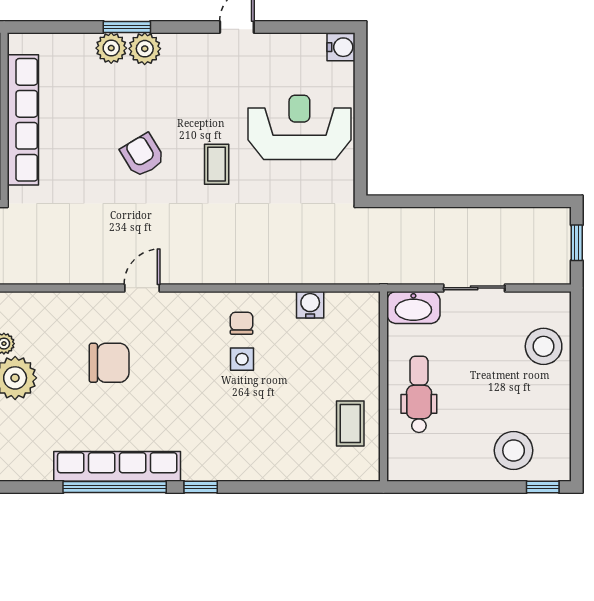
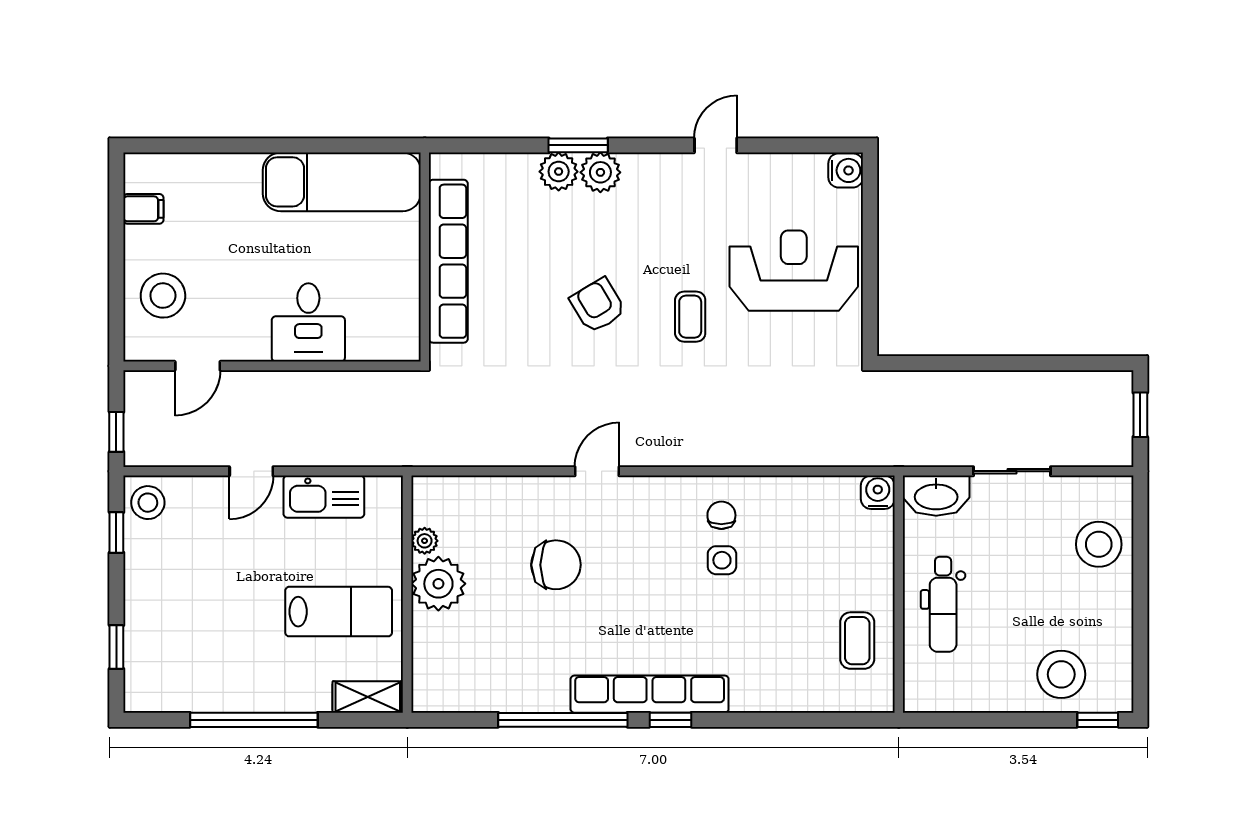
water cooler: (310, 305) -> (878, 492), moved
dental chair: (419, 394) -> (943, 604), turned 180
row of seats: (117, 466) -> (650, 694), moved

